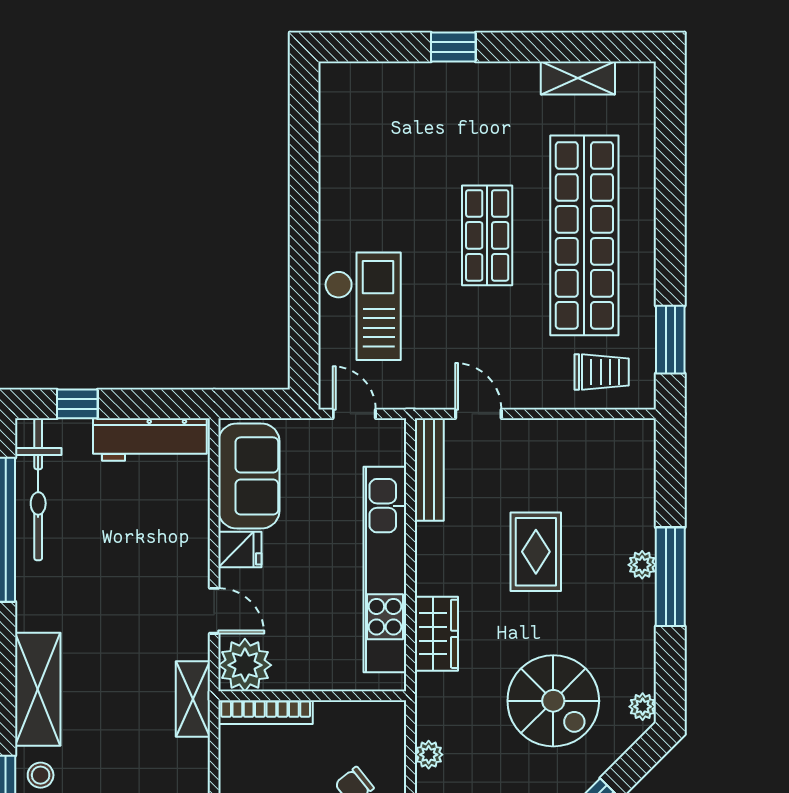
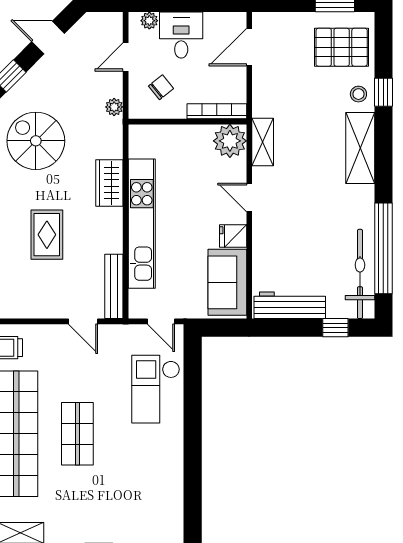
plant: (245, 665) -> (230, 141), moved
wall: (312, 696) -> (187, 122), moved
bookcase: (266, 712) -> (217, 111), moved

